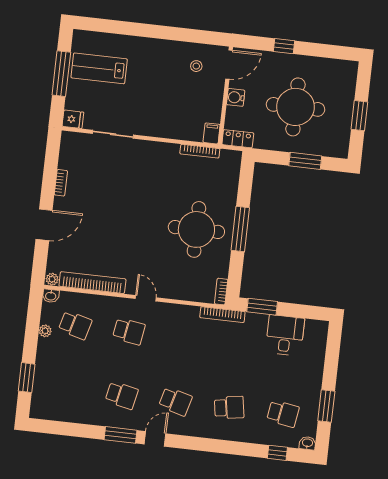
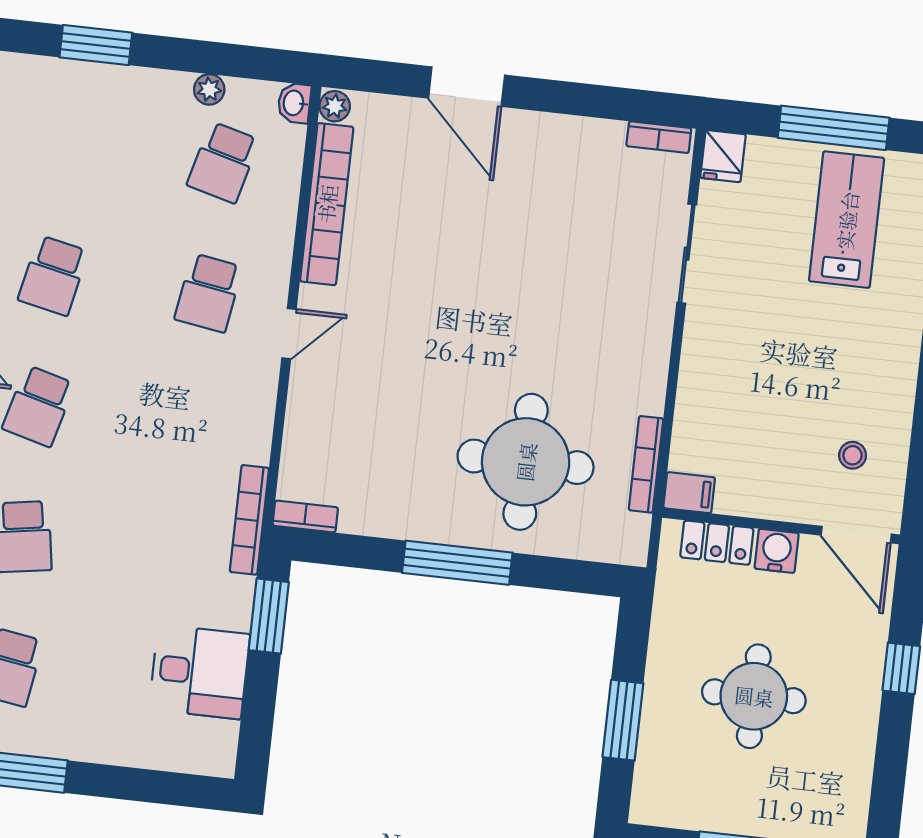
round table: (295, 107) -> (754, 696), width x0.73, depth x0.73
locker: (238, 139) -> (717, 543), moved, turned 90
bookcase: (61, 183) -> (659, 137), moved
round table: (196, 229) -> (526, 462), moved

